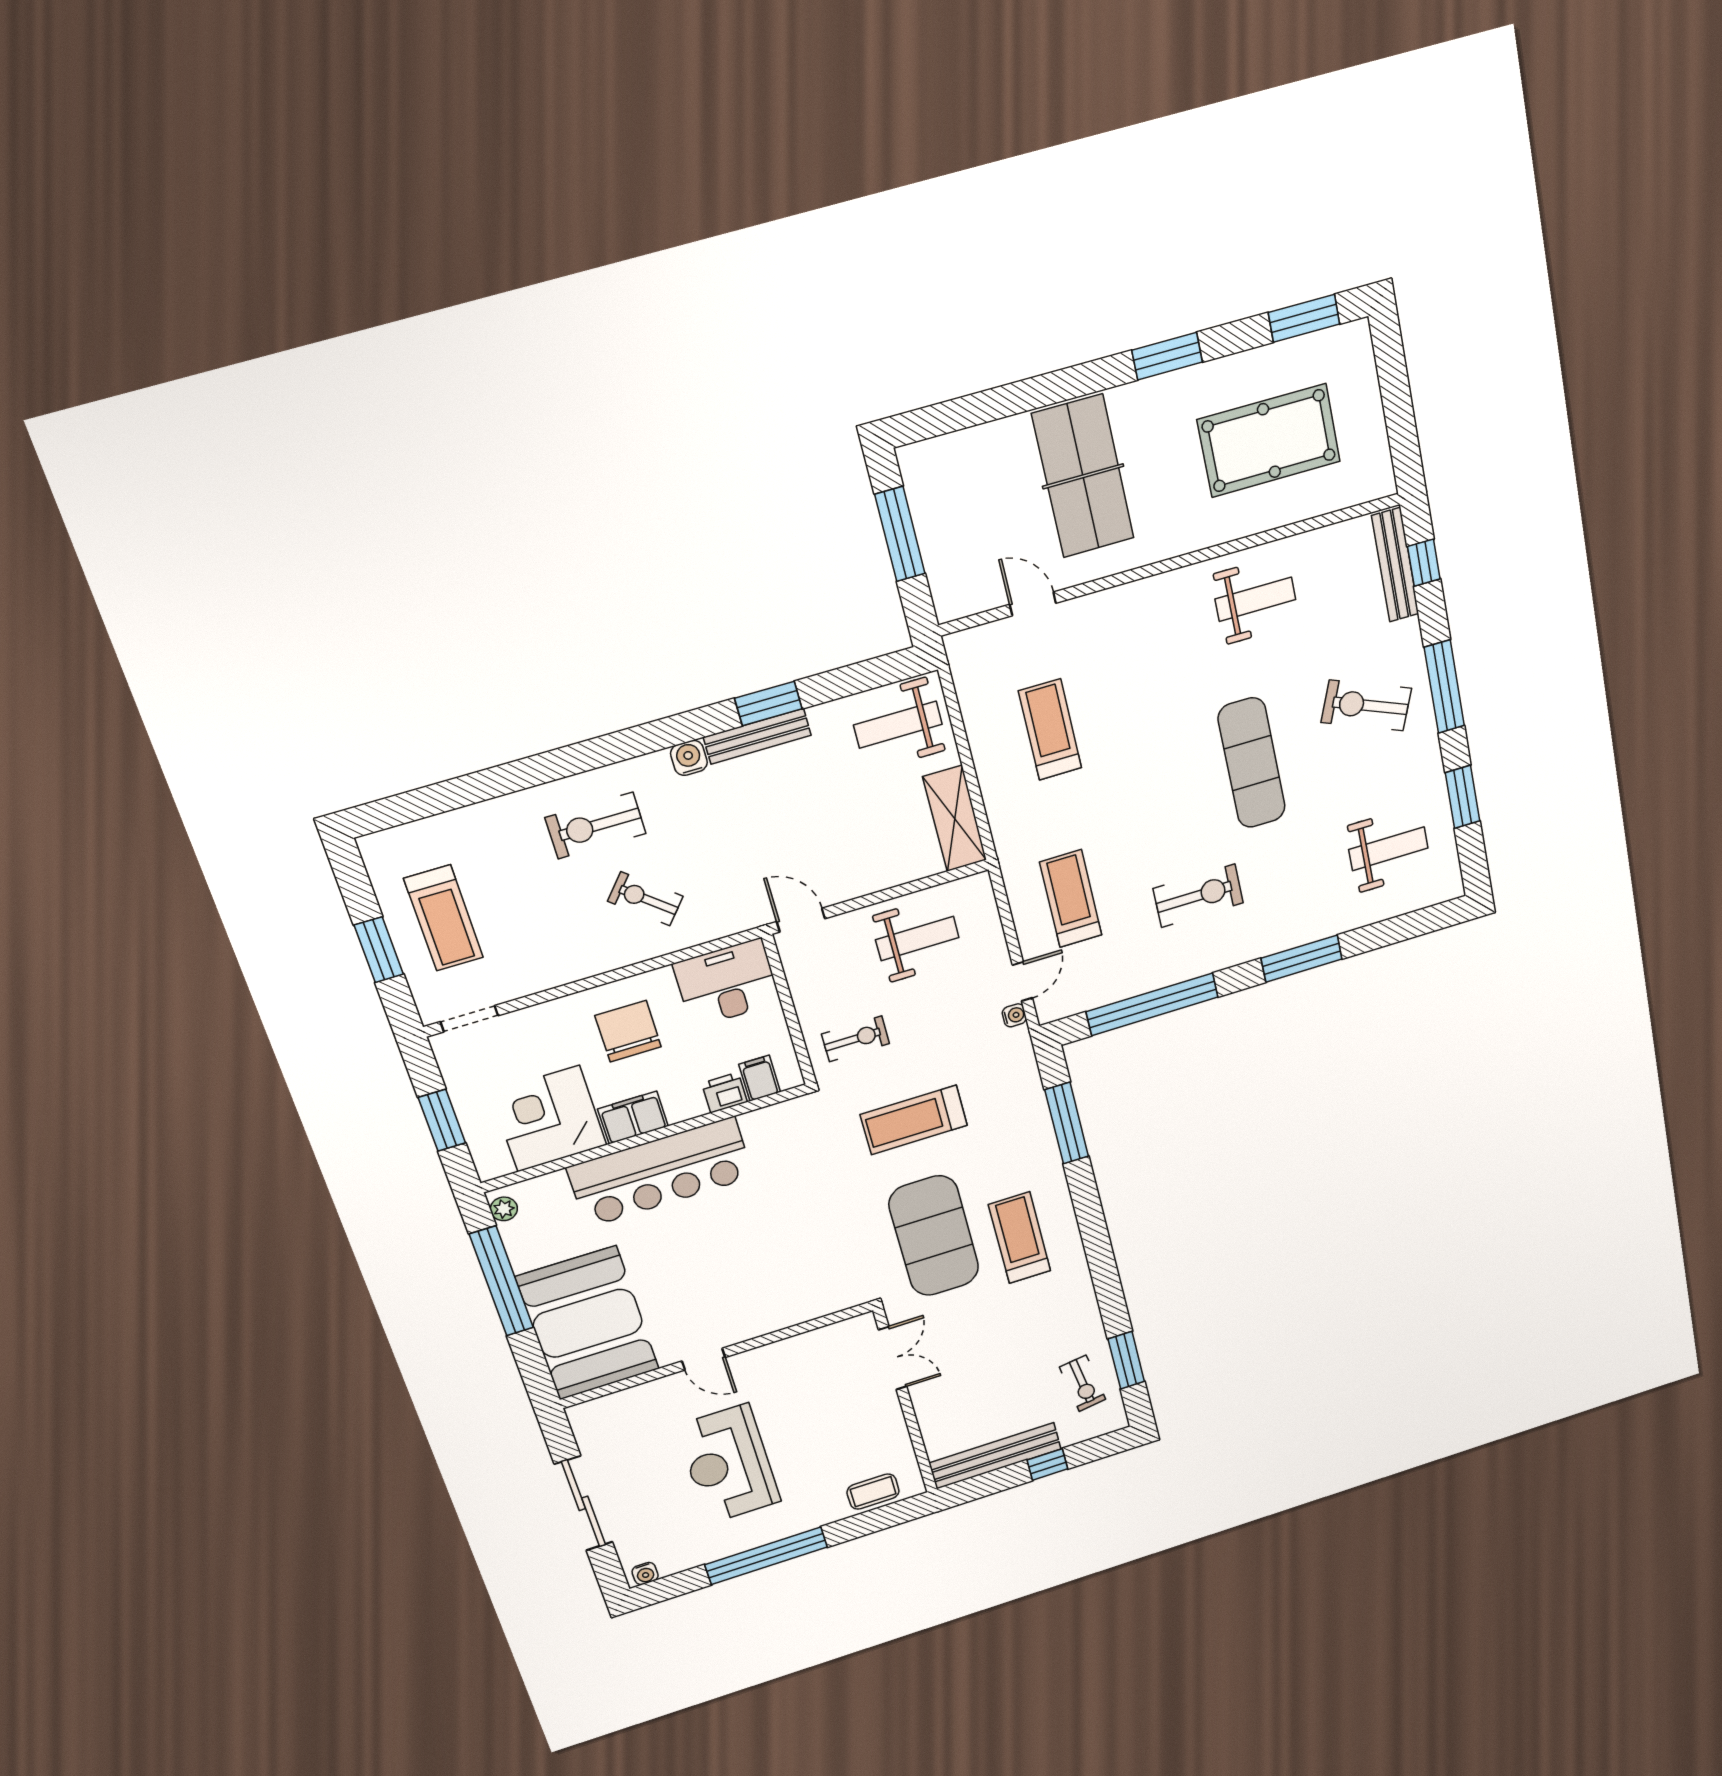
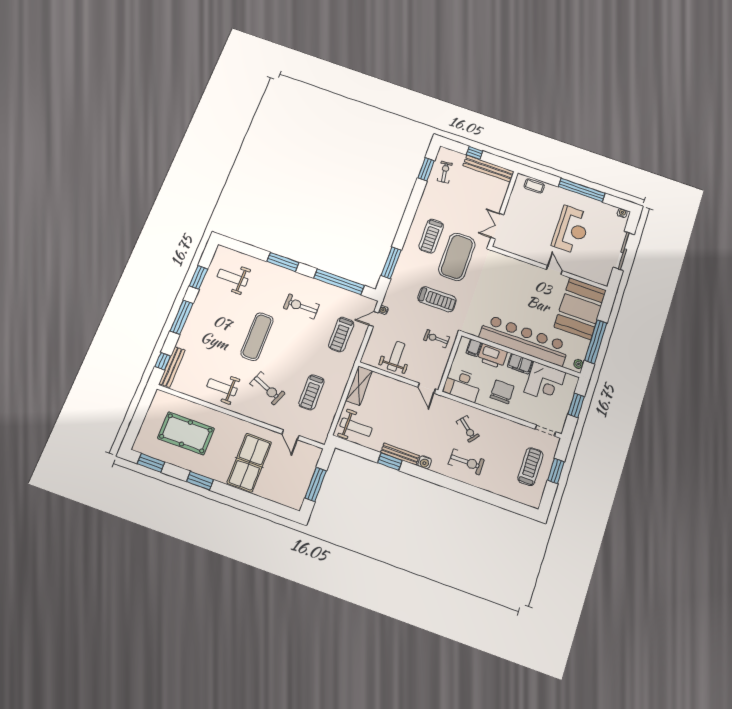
exercise bike: (1366, 705) -> (267, 388), moved
weight bench: (917, 939) -> (396, 356), turned 90
chair: (628, 1031) -> (502, 392), turned 180
printer: (724, 1093) -> (492, 356), width x1.87, depth x1.48
bar counter: (660, 1172) -> (524, 340), width x1.36

